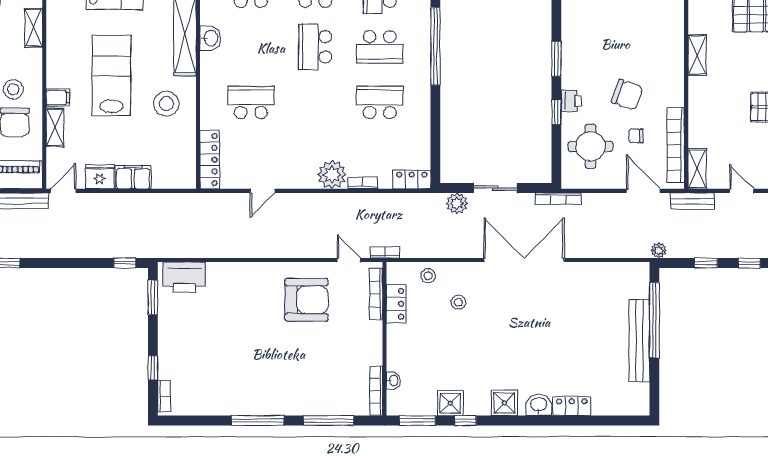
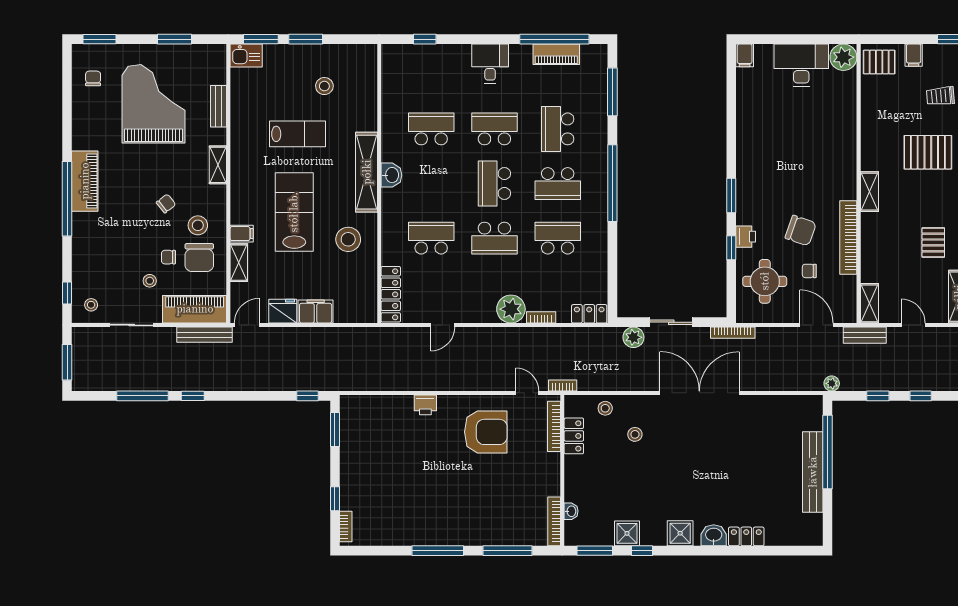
school desk: (315, 102) -> (494, 238), added
bookcase: (676, 145) -> (848, 238), moved
printer: (184, 277) -> (425, 405), moved, width x0.53, depth x0.68

